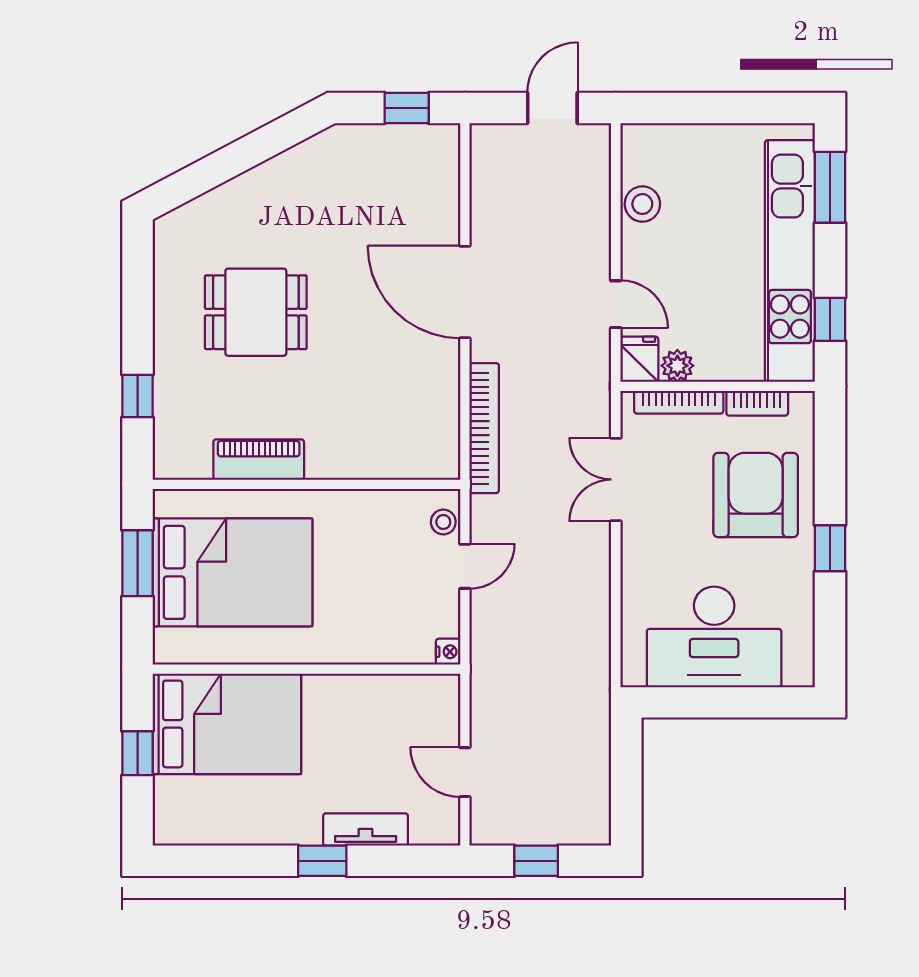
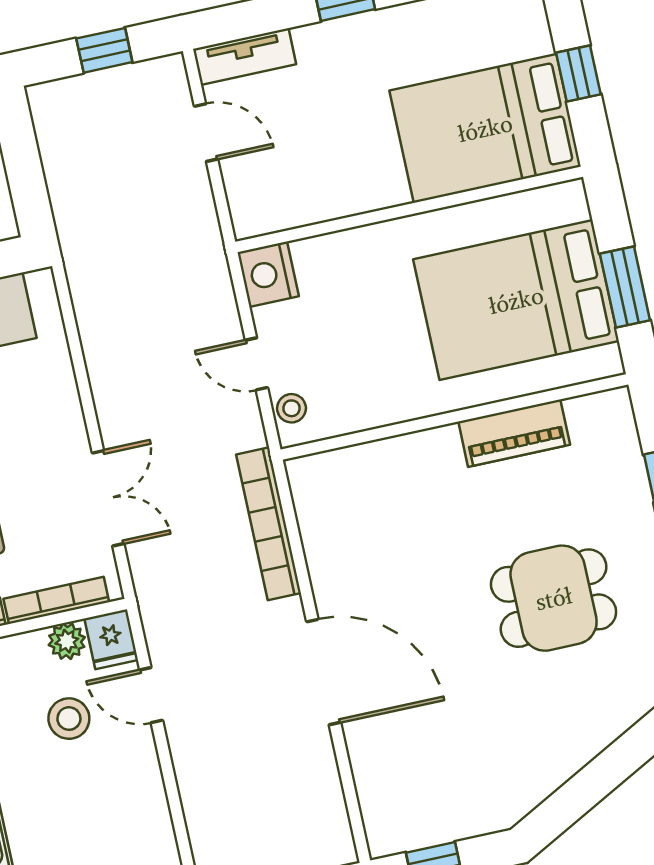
stool: (642, 204) -> (69, 719), moved
door: (465, 566) -> (256, 364), hinge flipped
nightstand: (448, 652) -> (268, 274), width x1.89, depth x1.79
tv unit: (366, 830) -> (245, 57), moved

